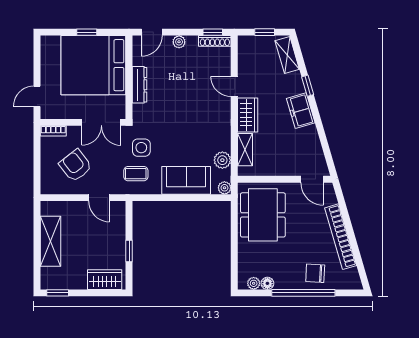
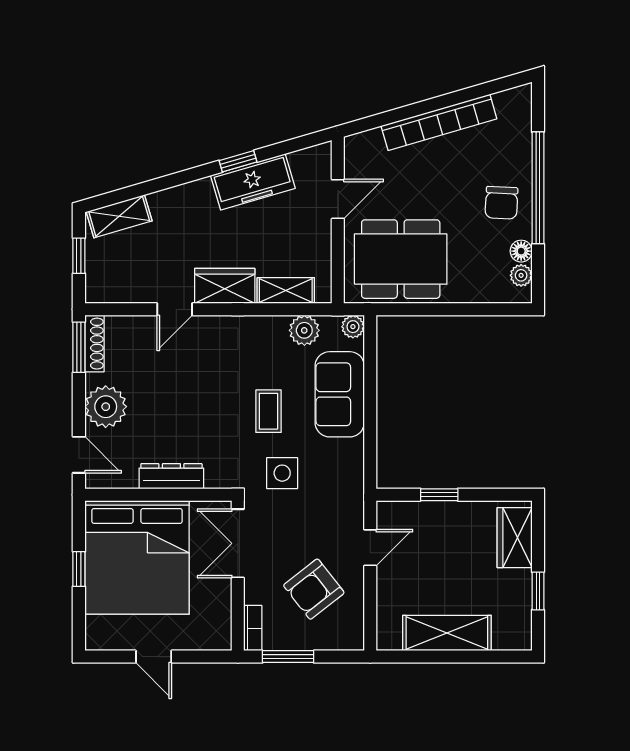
window: (213, 32) -> (79, 347), width x1.50
plant: (179, 42) -> (106, 407), width x1.88, depth x1.88
window: (308, 86) -> (238, 161), moved
door: (37, 96) -> (154, 657), moved
freezer: (301, 111) -> (253, 182), moved, width x1.40
double door: (101, 122) -> (238, 543), swing flipped
window: (37, 151) -> (288, 657), added
coffee table: (136, 174) -> (268, 411), moved
door: (312, 179) -> (338, 199), moved
window: (129, 251) -> (439, 495), moved
chair: (315, 273) -> (501, 203), moved
window: (58, 293) -> (538, 591), moved

